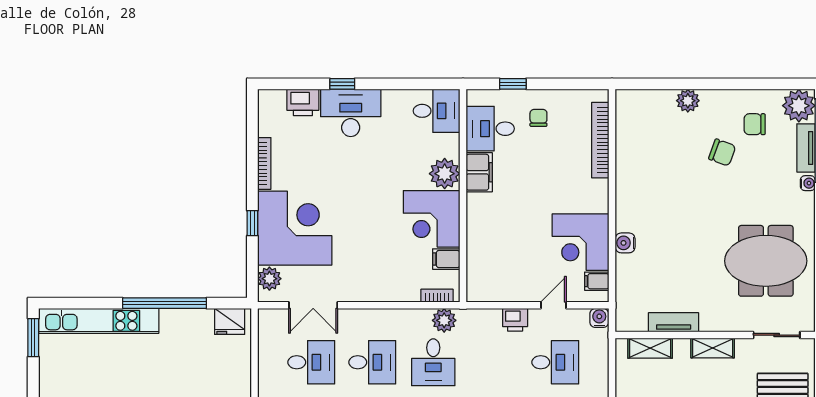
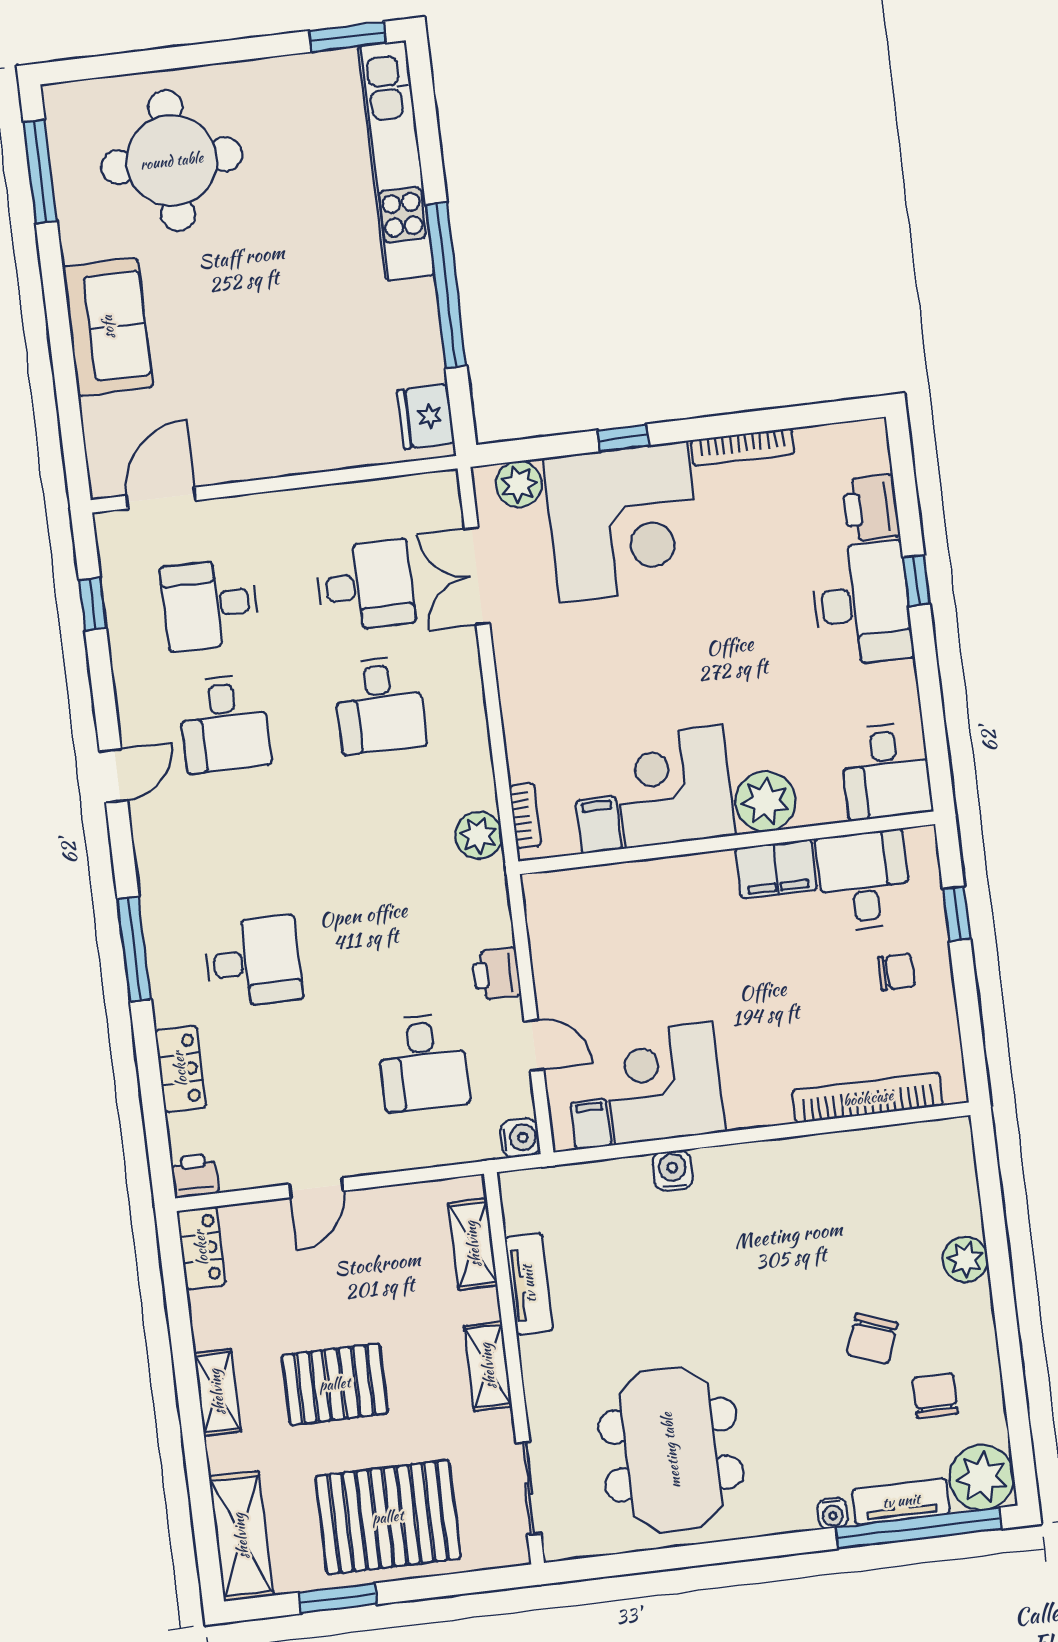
desk: (311, 362) -> (365, 586), turned -90
desk: (433, 362) -> (394, 824), removed

